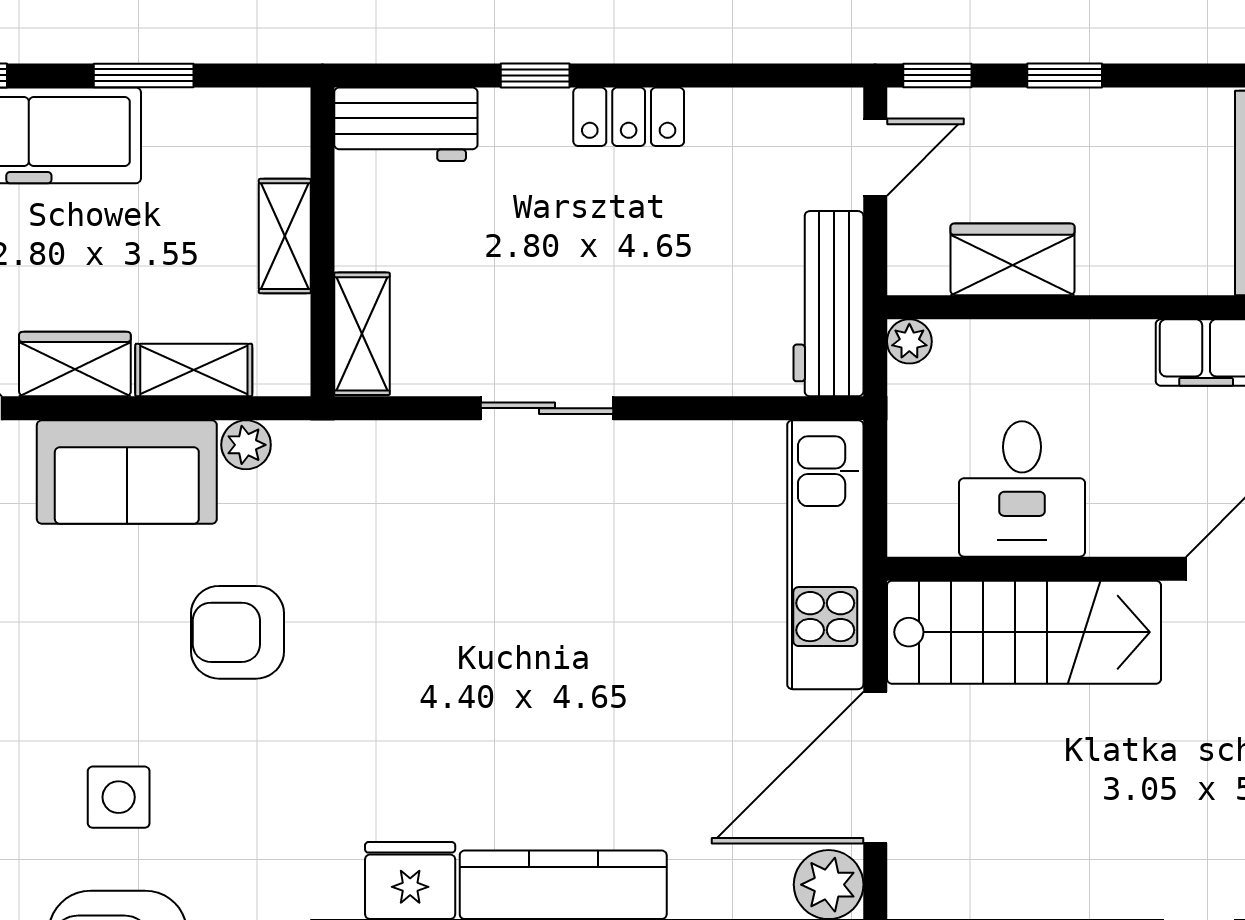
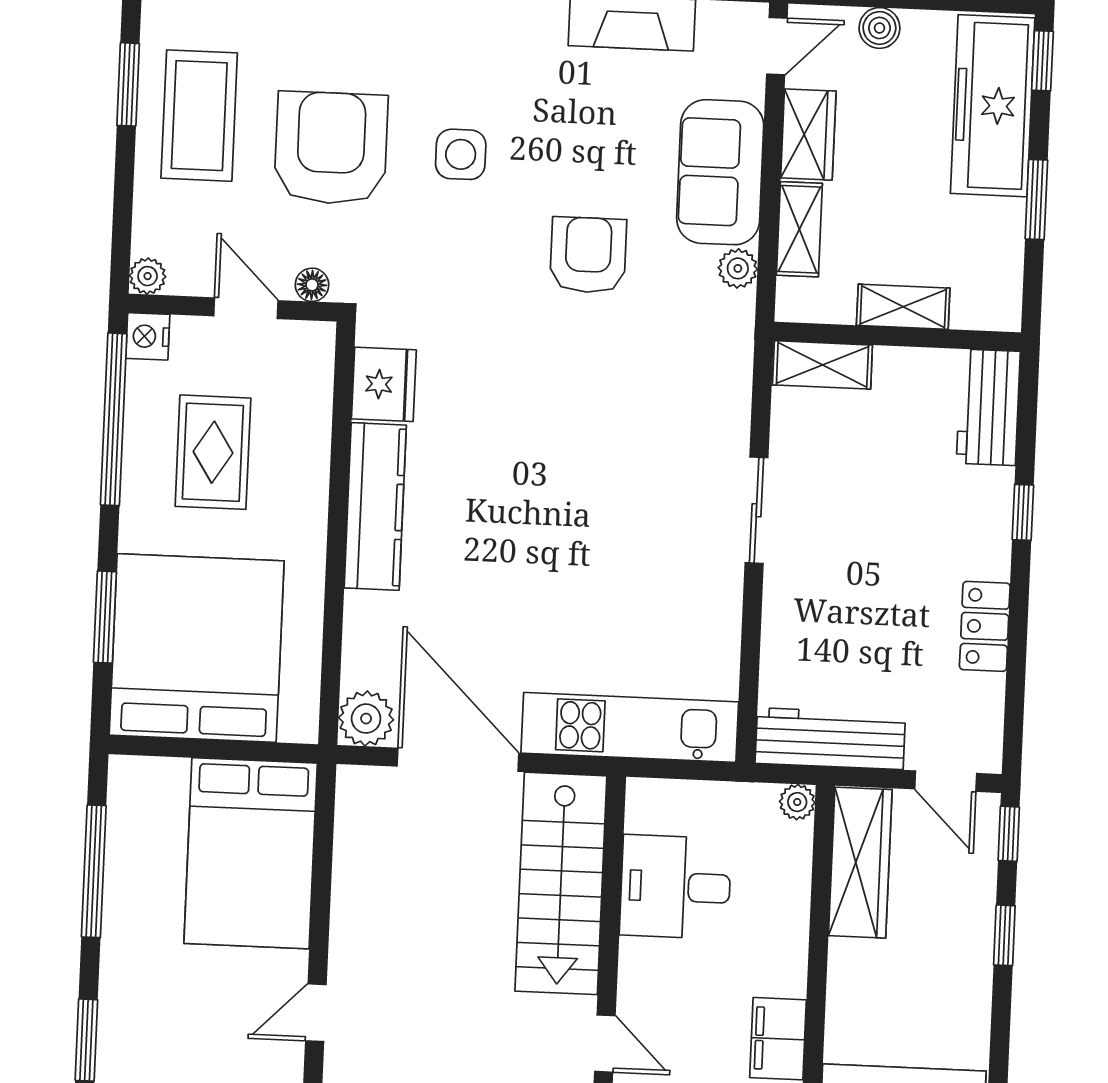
locker: (629, 117) -> (985, 626), moved
wardrobe: (1013, 259) -> (860, 863), width x1.50

